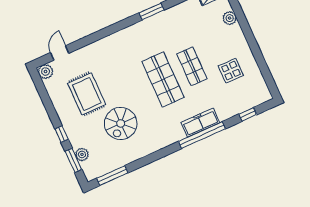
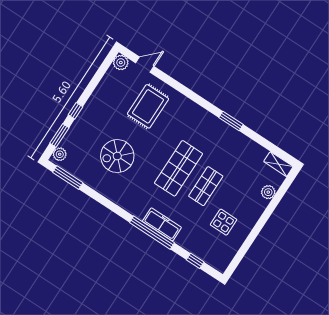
rug: (87, 94) -> (148, 106), moved
plant: (82, 154) -> (60, 154), moved

